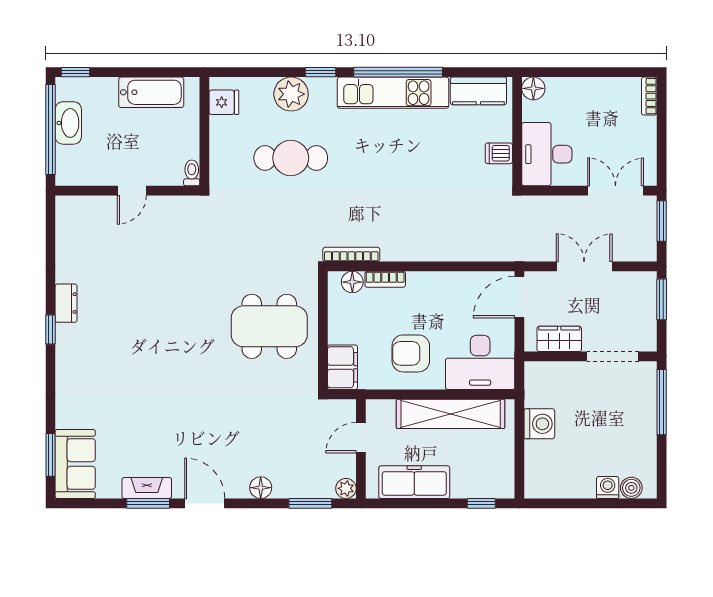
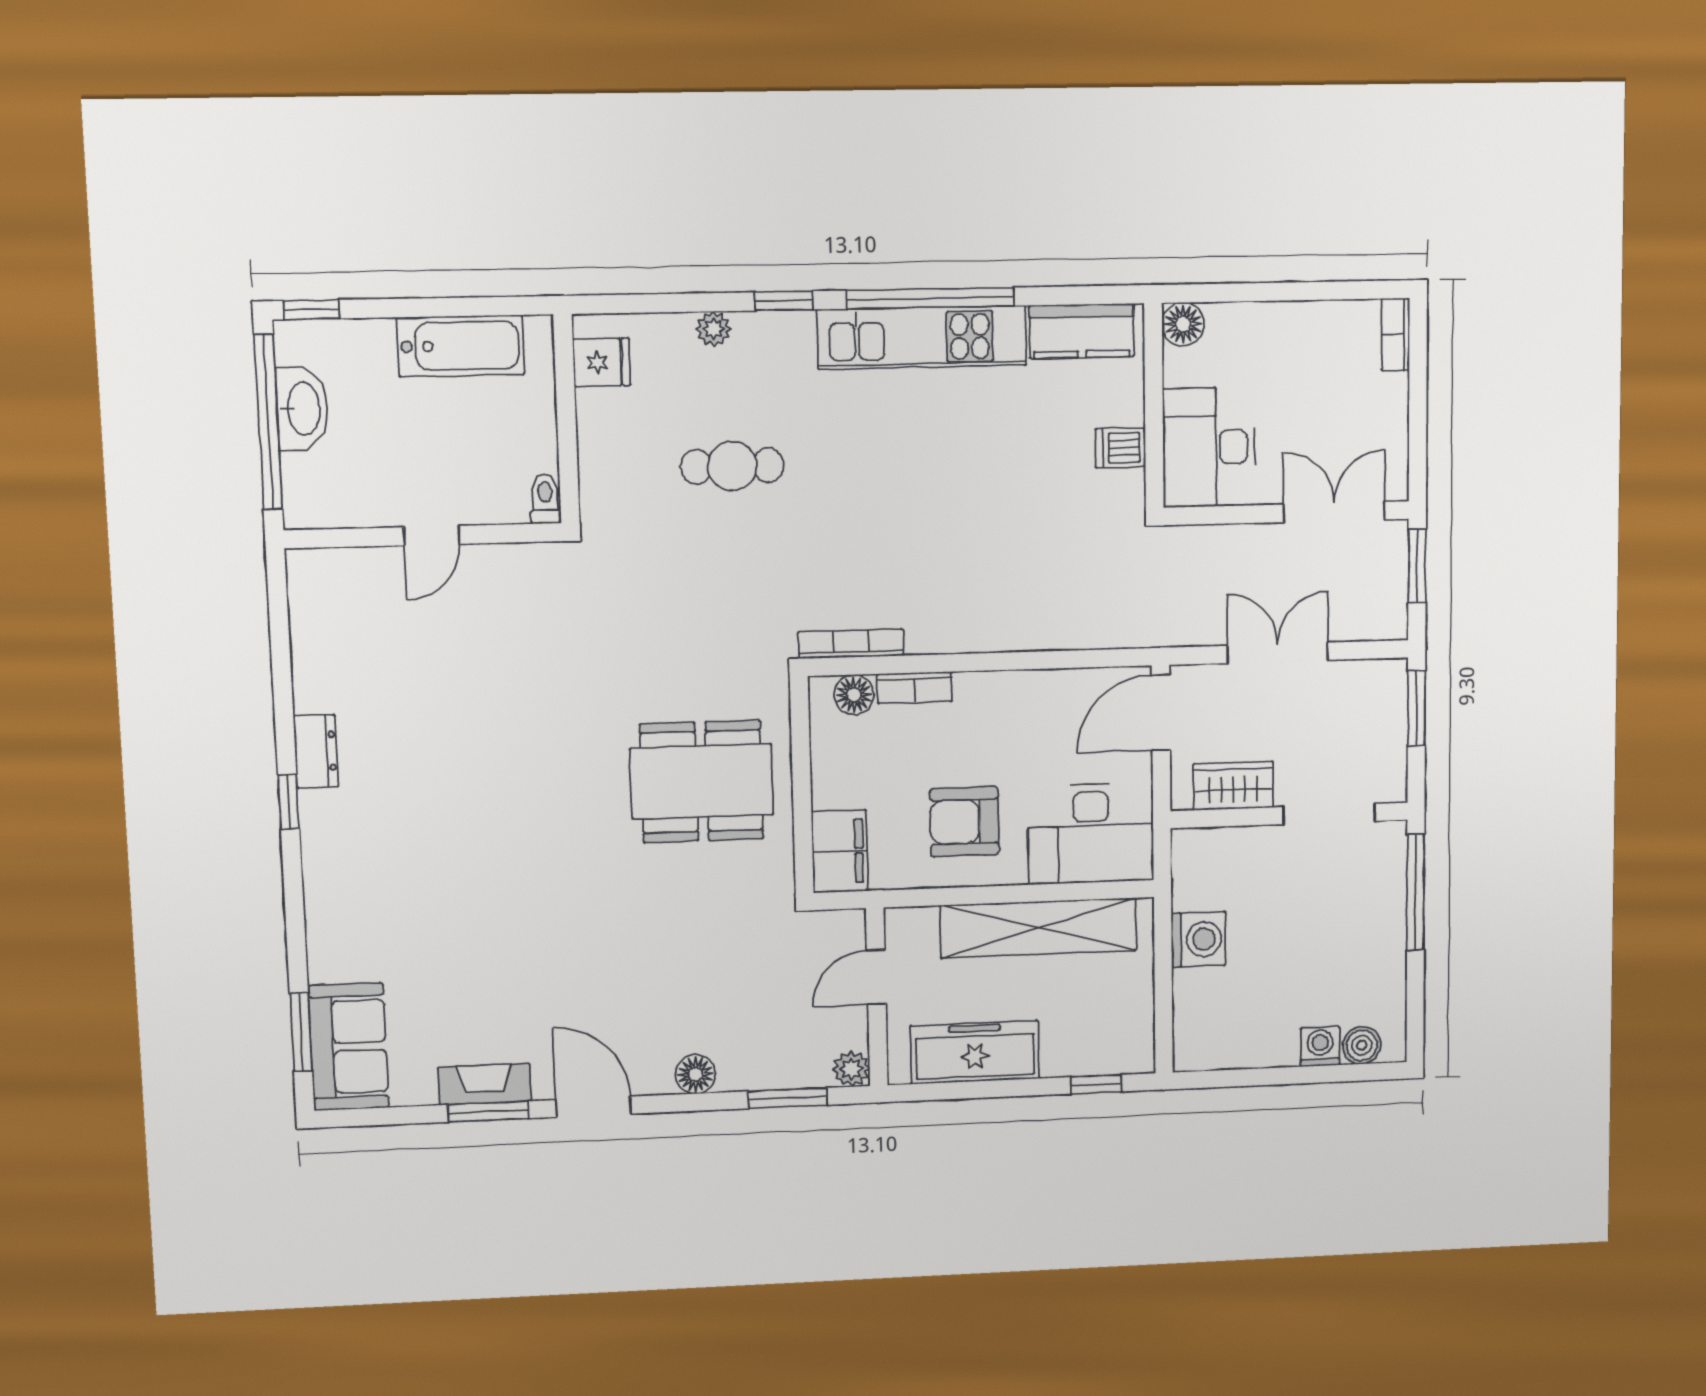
plant: (291, 94) -> (714, 329), width x0.53, depth x0.53
cafe table: (291, 158) -> (732, 466), width x0.73, depth x0.74

